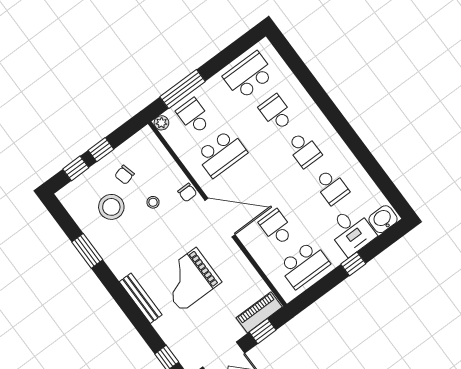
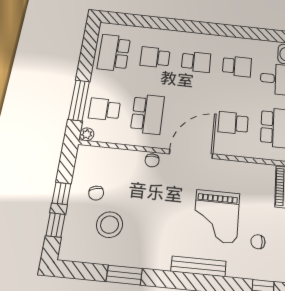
chair: (187, 192) -> (152, 160), turned 90
stool: (153, 202) -> (136, 191), removed
chair: (198, 326) -> (258, 242), added

